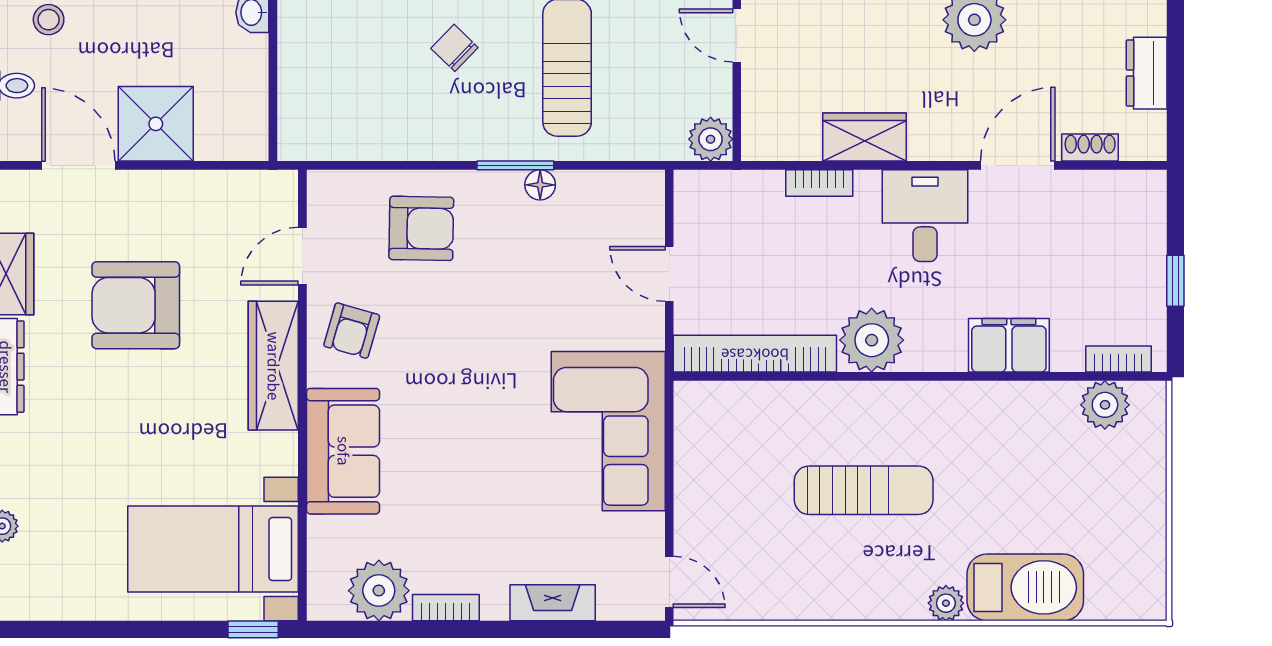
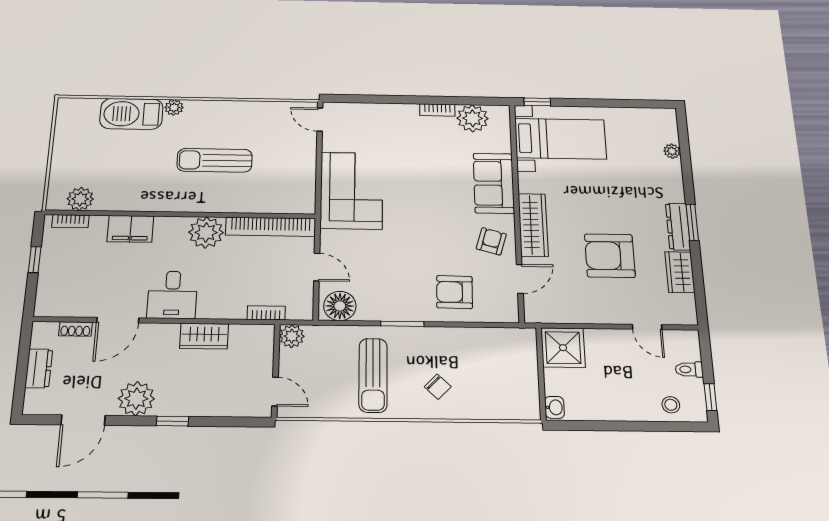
shower: (156, 124) -> (563, 348), moved
door: (78, 165) -> (647, 327), width x0.73
bookcase: (819, 183) -> (266, 313), moved
floor lamp: (540, 185) -> (340, 306), moved, width x1.89, depth x1.89
armchair: (136, 305) -> (610, 256), turned 180
fireplace: (553, 603) -> (381, 111), removed

